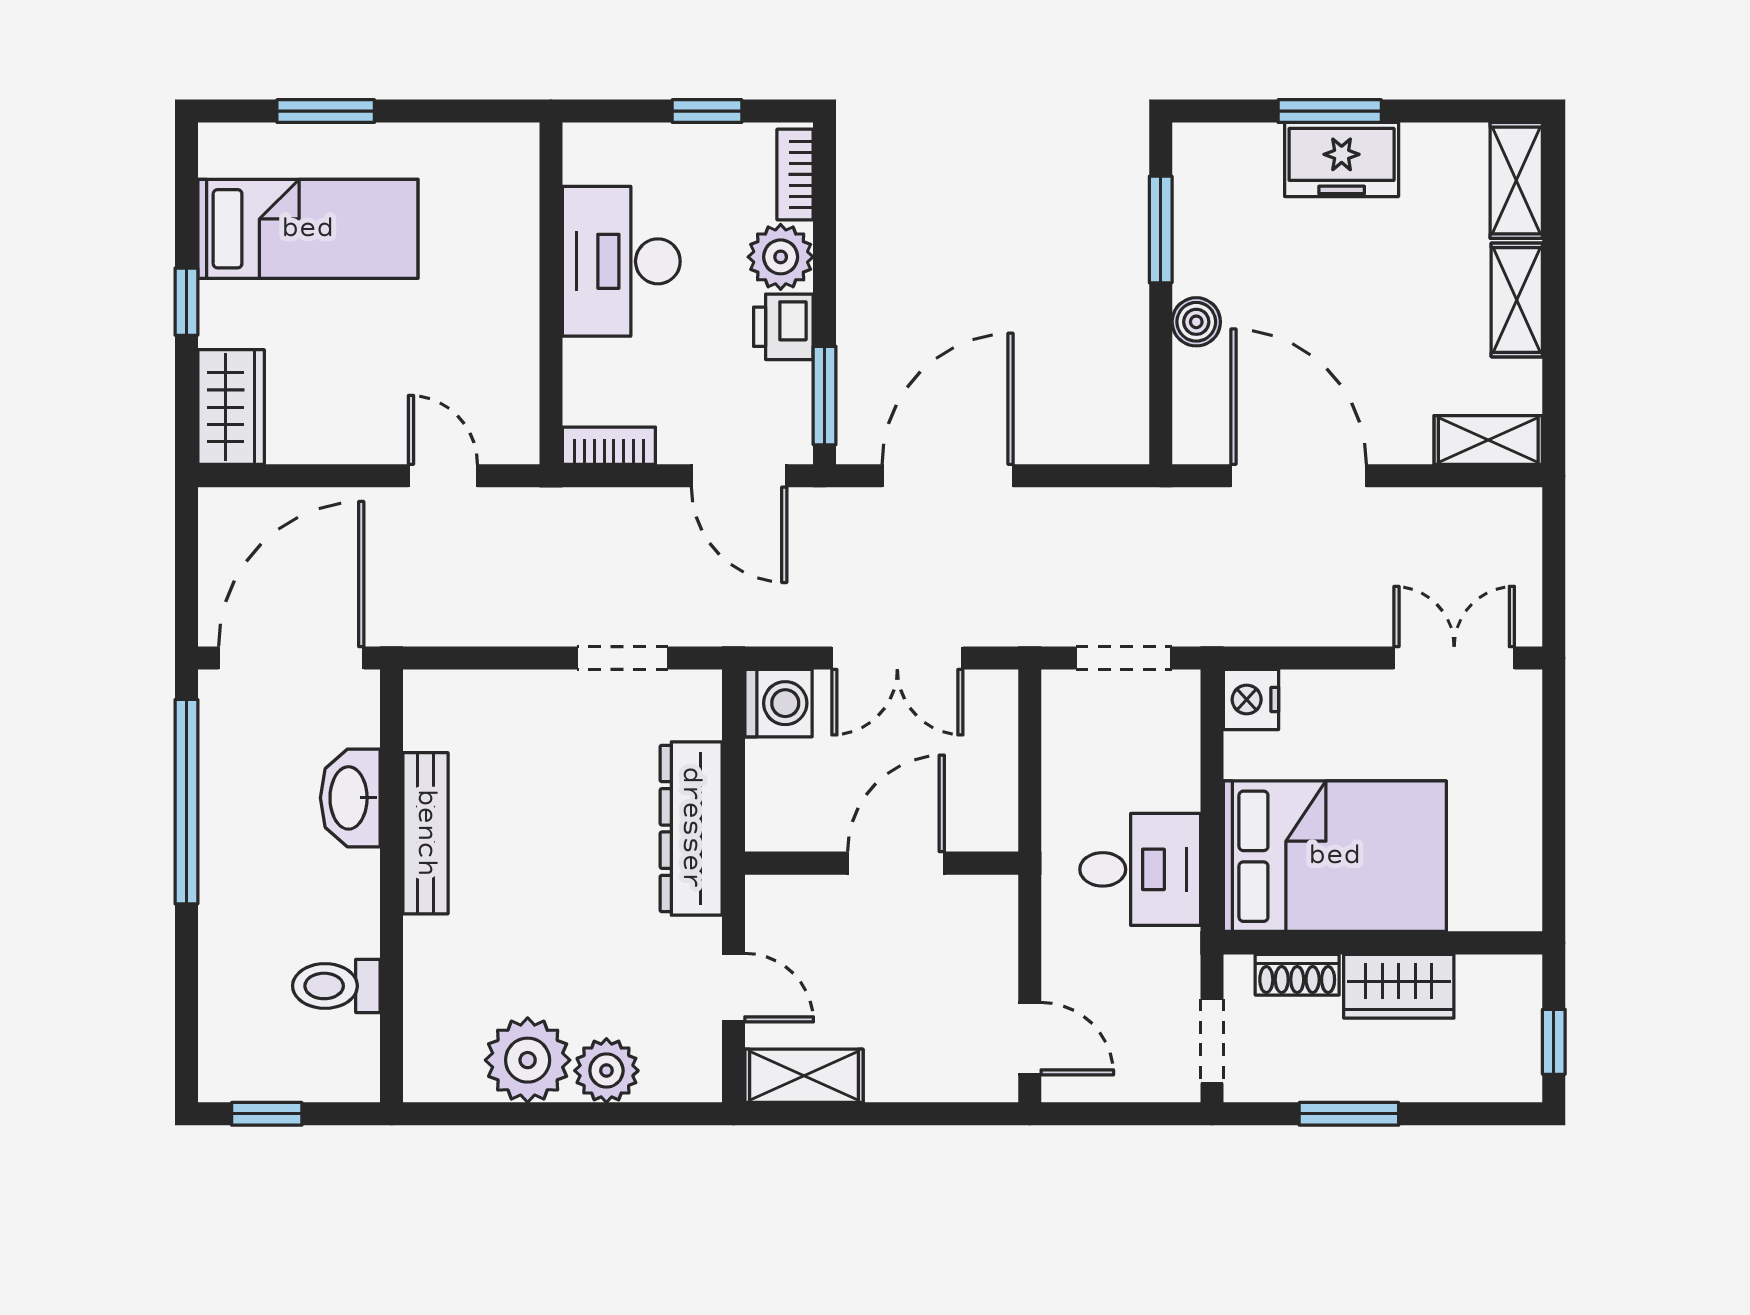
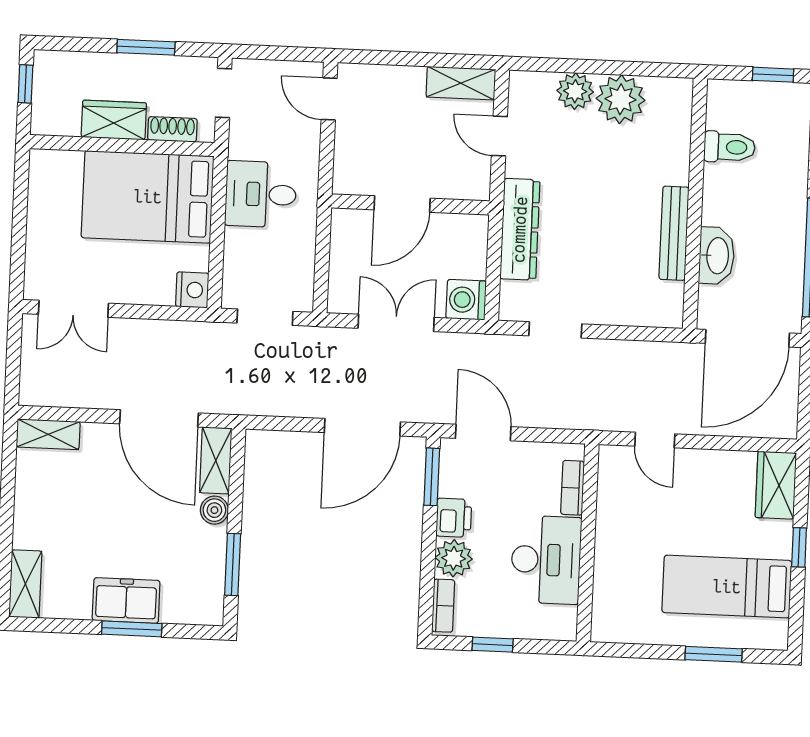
shelving: (1517, 300) -> (216, 460), moved
bookcase: (609, 446) -> (573, 488), moved, turned 90

